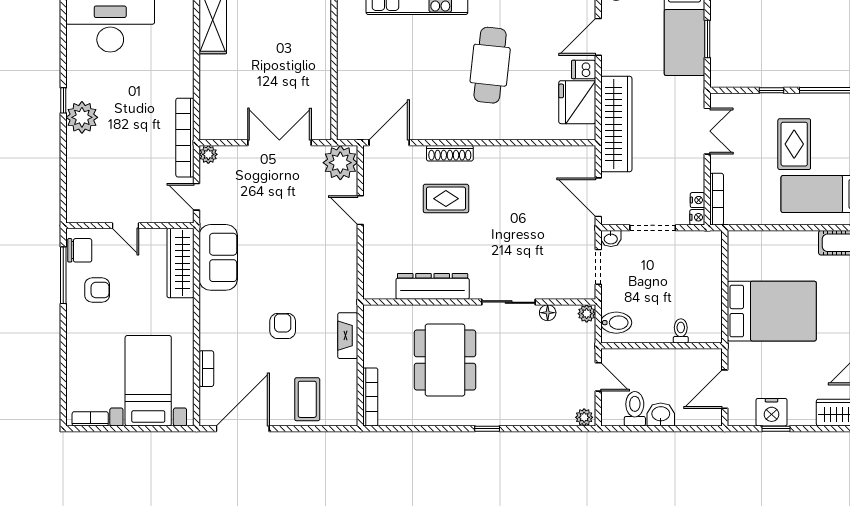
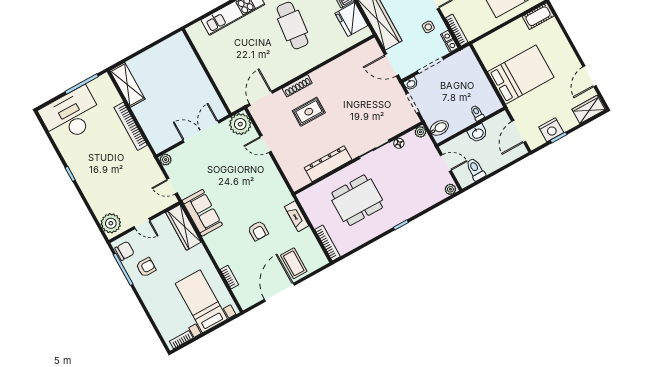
plant: (82, 117) -> (111, 223), moved
bookcase: (185, 138) -> (131, 126), moved
side table: (679, 173) -> (428, 27), added
armchair: (283, 326) -> (258, 231), turned 180
dining table: (445, 360) -> (357, 200), turned 90
washbasin: (661, 414) -> (478, 133), moved, turned 180
door: (243, 429) -> (279, 292), moved

